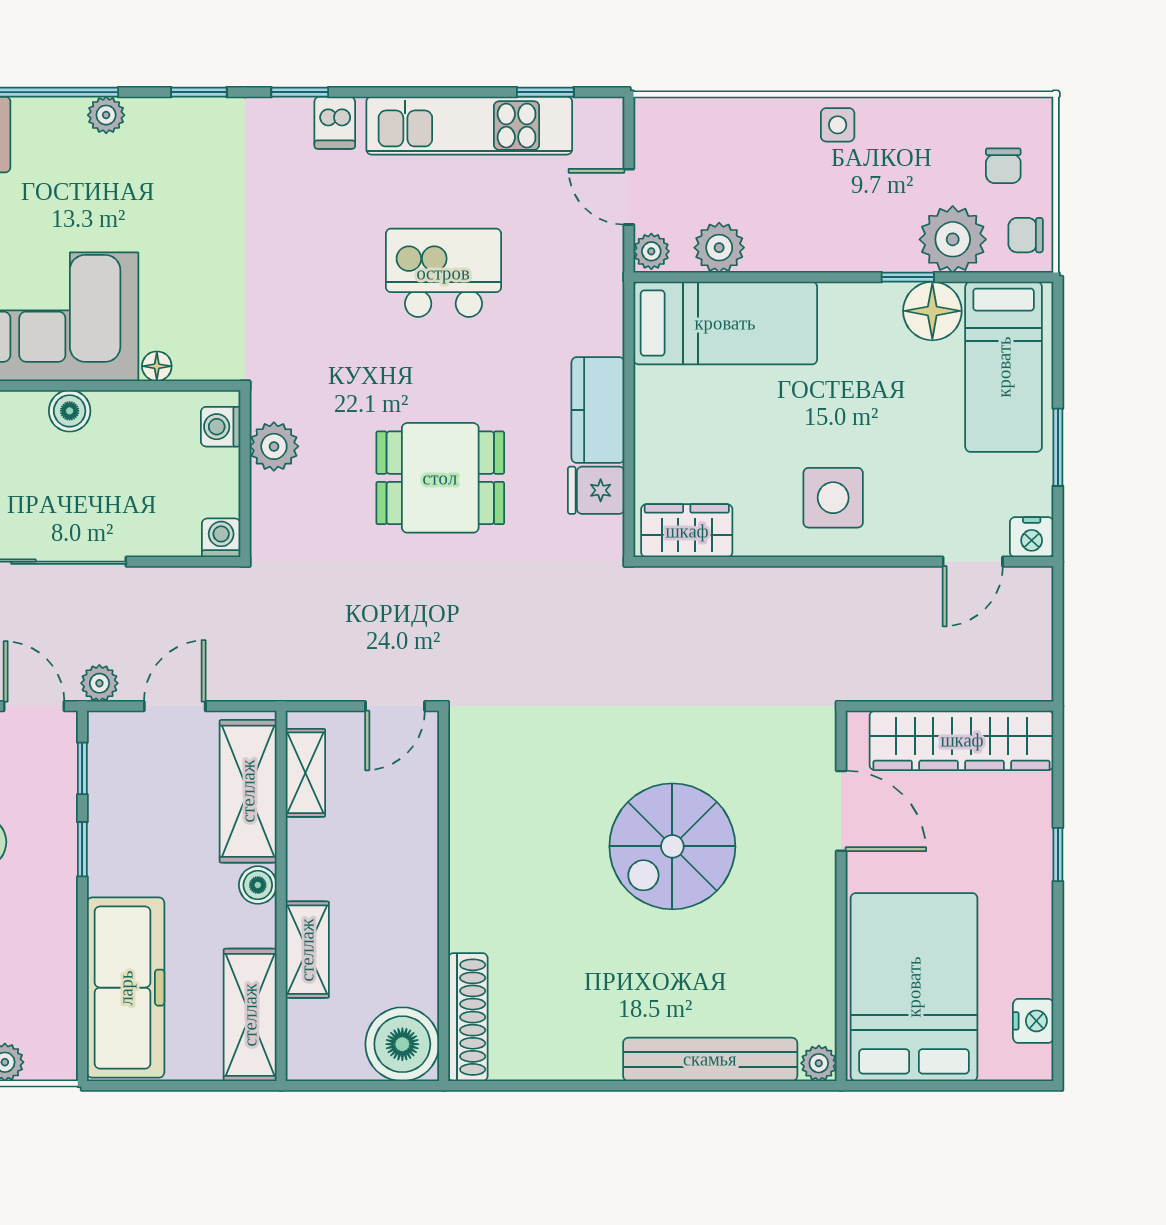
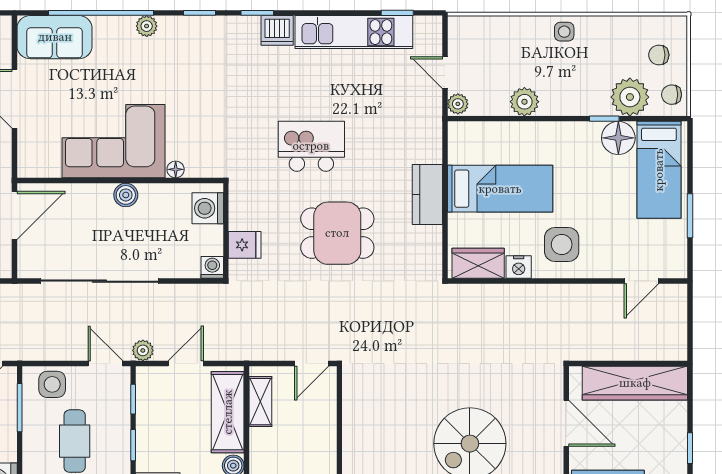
dishwasher: (335, 123) -> (277, 30), width x1.38
chair: (1003, 166) -> (659, 55), turned 90
plant: (719, 248) -> (524, 102), moved
kitchen island: (443, 273) -> (311, 146), moved
bed: (725, 323) -> (500, 189), moved
washing machine: (221, 427) -> (208, 208), width x1.38, depth x1.38
plant: (274, 446) -> (242, 215), removed
fridge: (596, 490) -> (245, 245), moved, turned 180
nightstand: (1032, 537) -> (519, 267), moved

